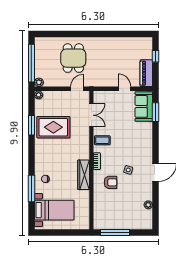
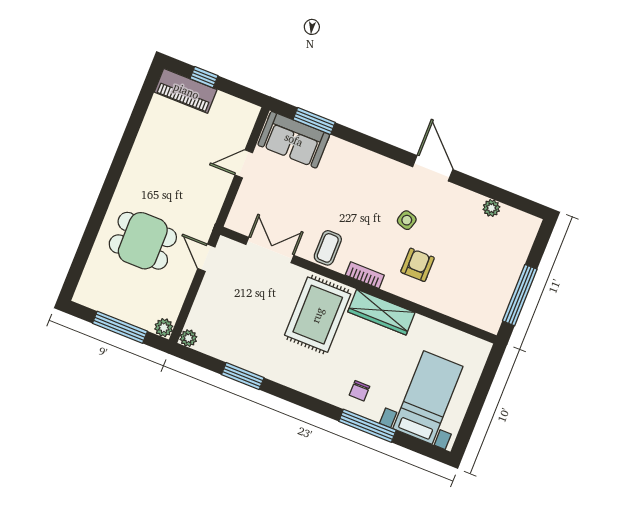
window: (31, 63) -> (120, 327), width x0.68
piano: (146, 73) -> (186, 91), moved
rug: (53, 127) -> (318, 315), moved

